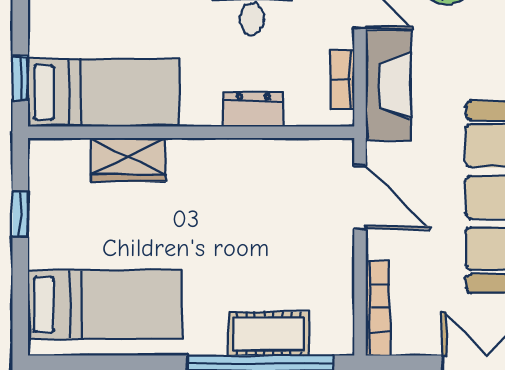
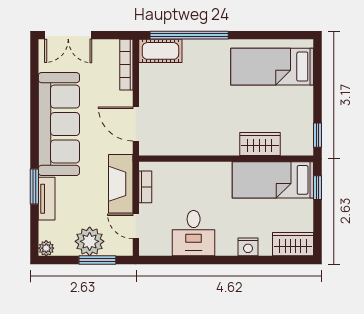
dresser: (253, 110) -> (193, 171), removed
window: (20, 214) -> (318, 135), moved
cot: (269, 334) -> (160, 51), moved

